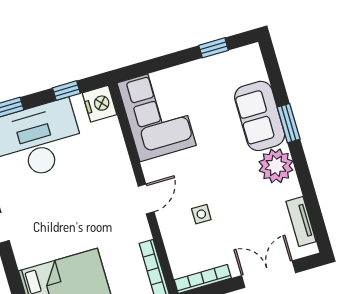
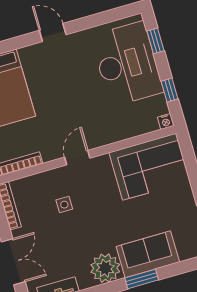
nightstand: (100, 104) -> (166, 121), width x0.53, depth x0.56
door: (146, 199) -> (77, 158), swing flipped

